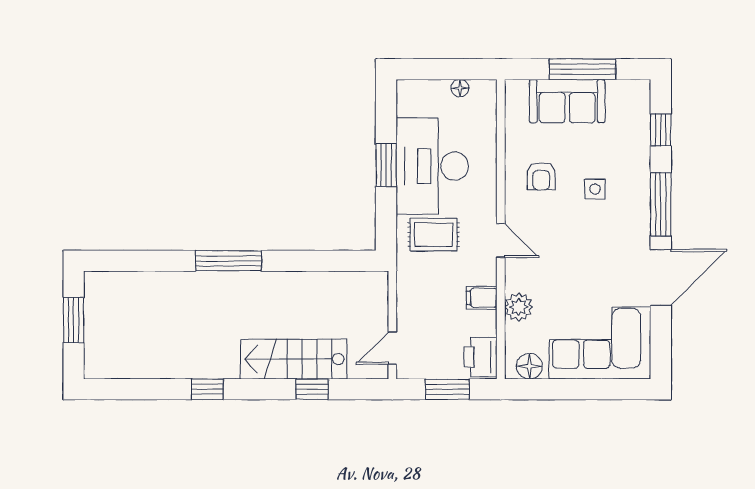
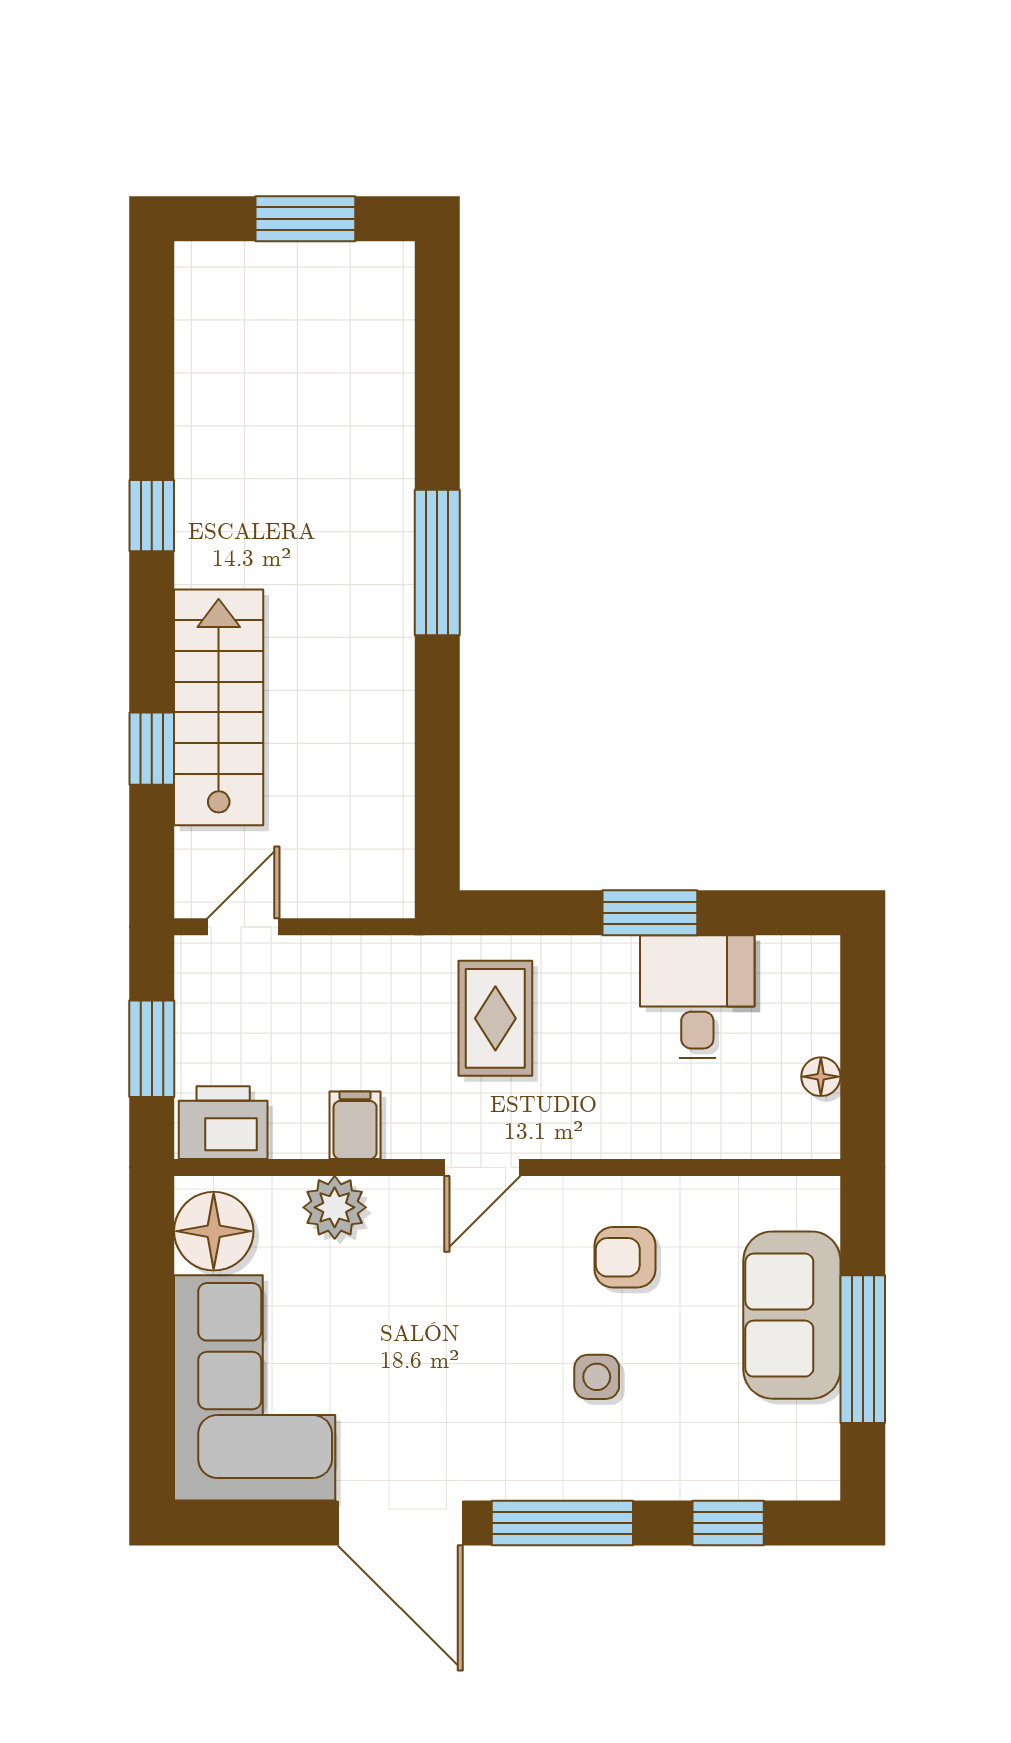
desk: (432, 166) -> (697, 997), width x0.53, depth x0.77
door: (392, 348) -> (243, 927), hinge flipped
floor lamp: (529, 366) -> (214, 1231), width x1.38, depth x1.38

